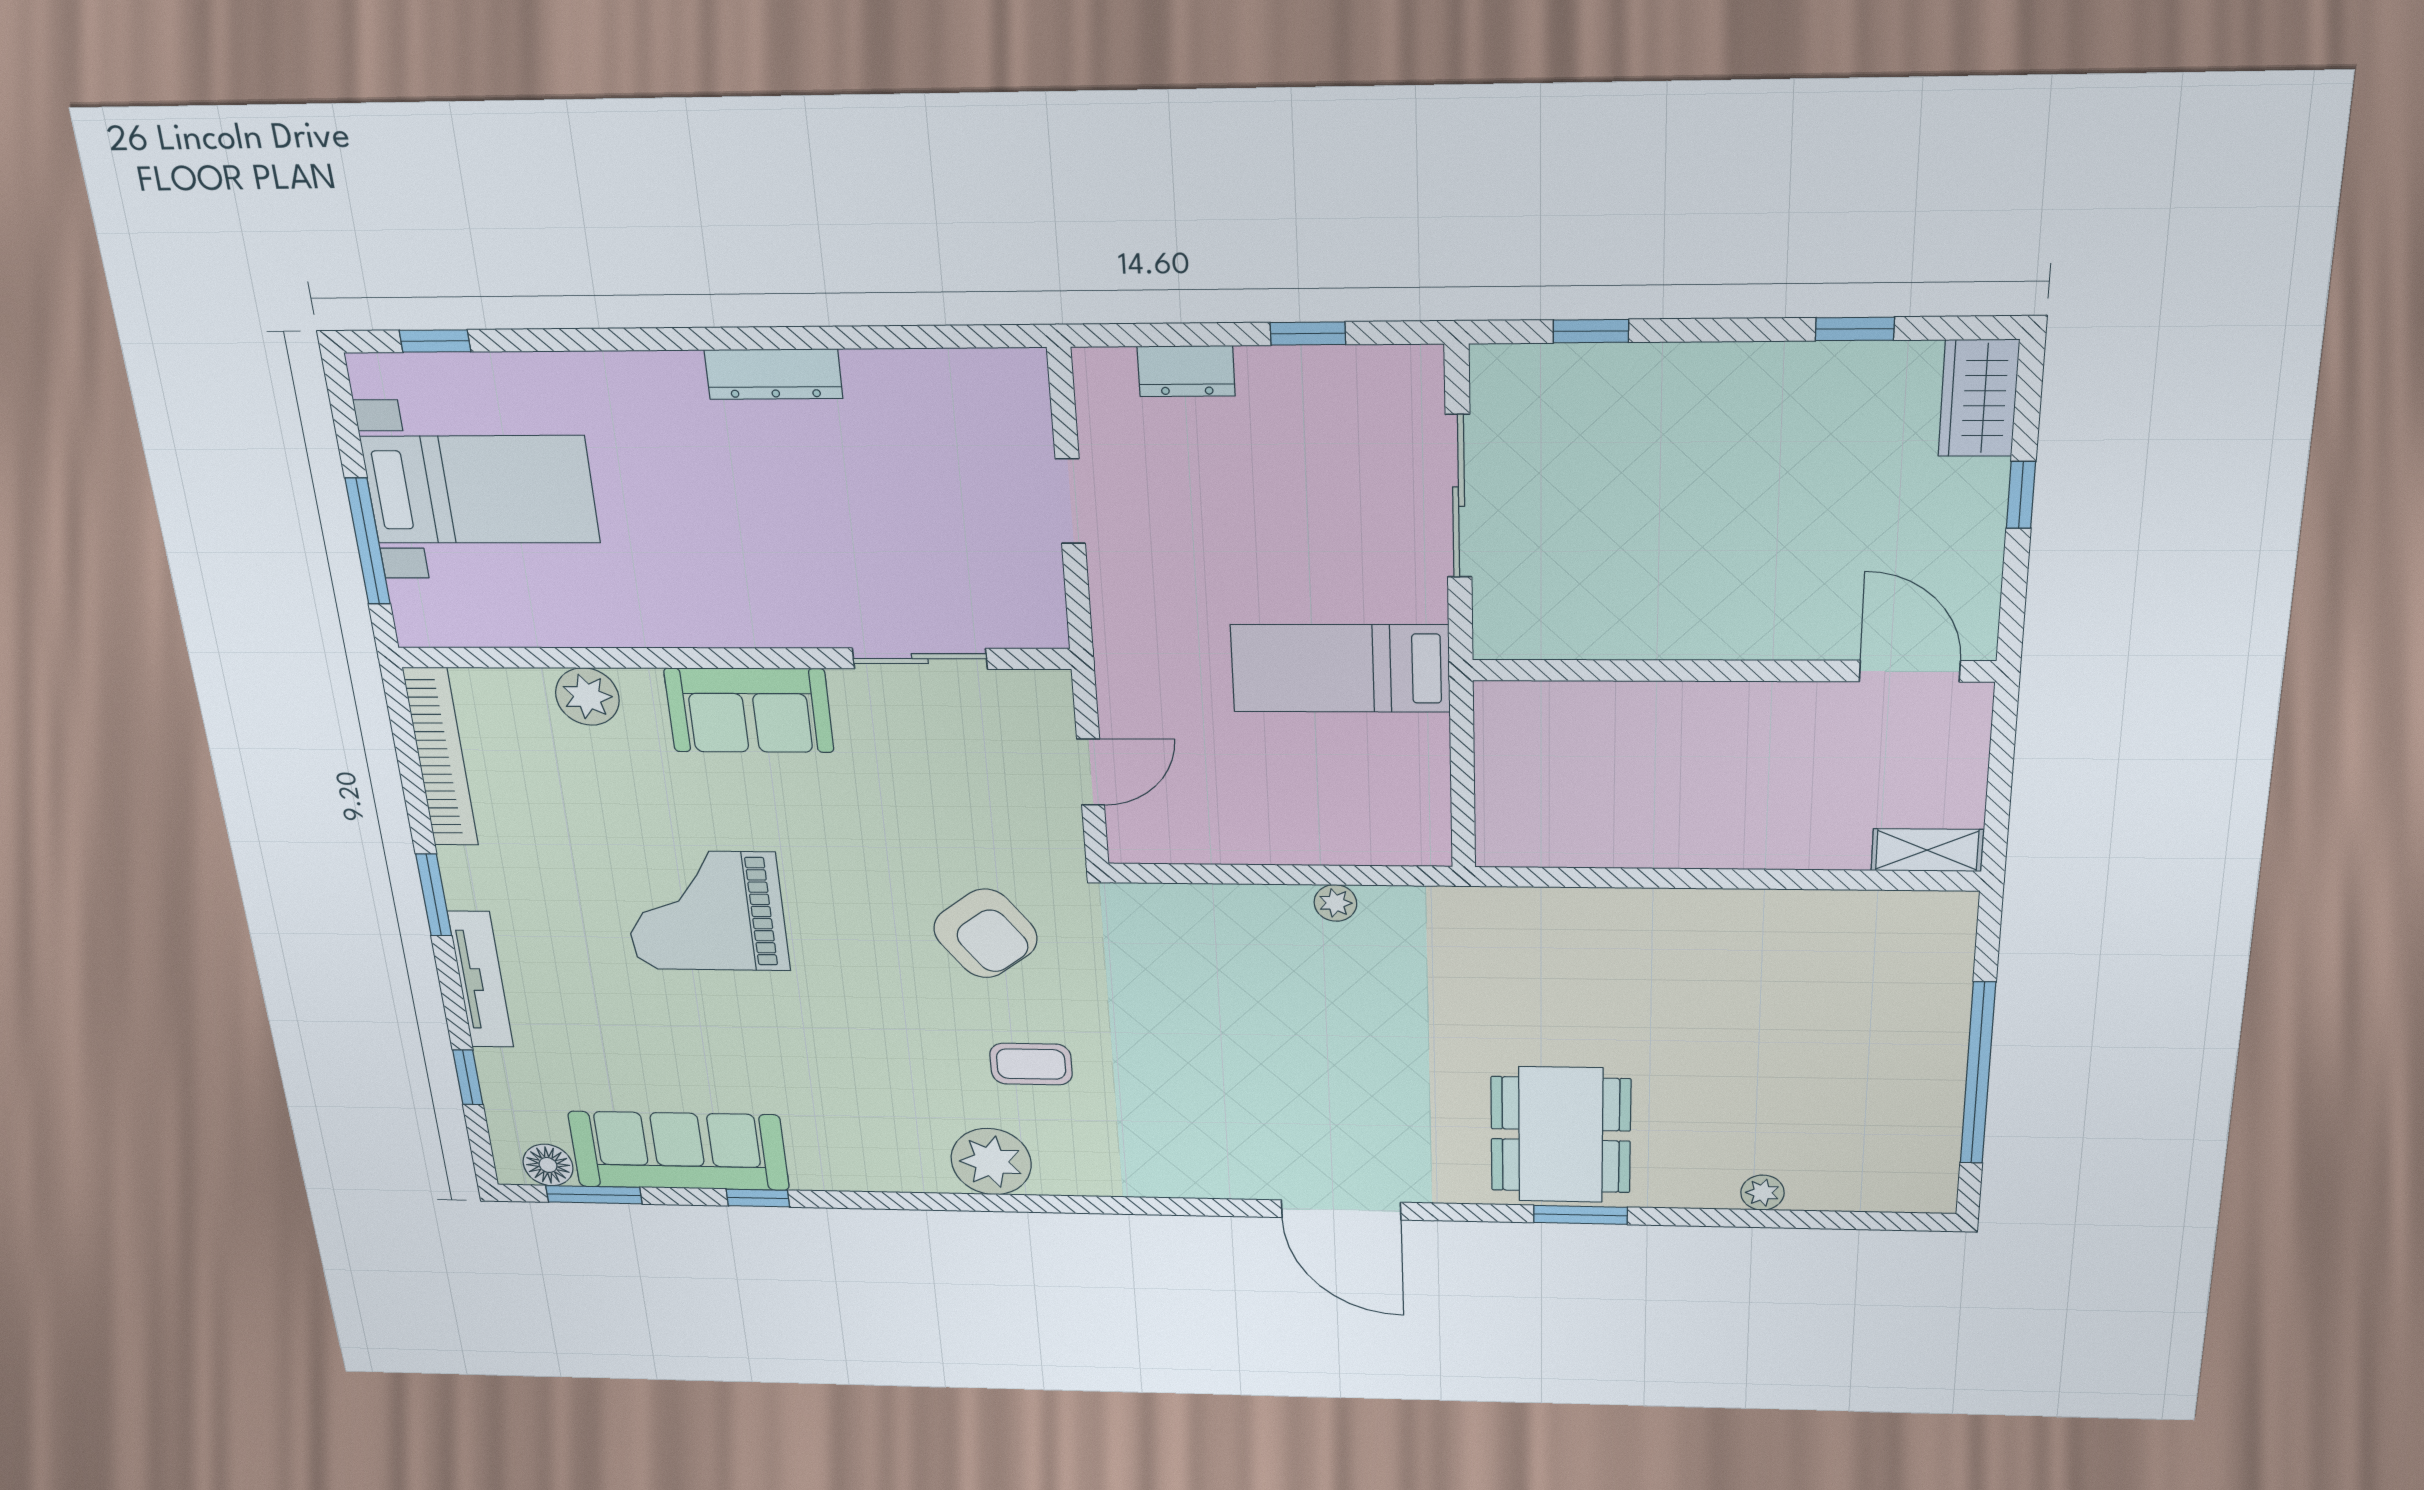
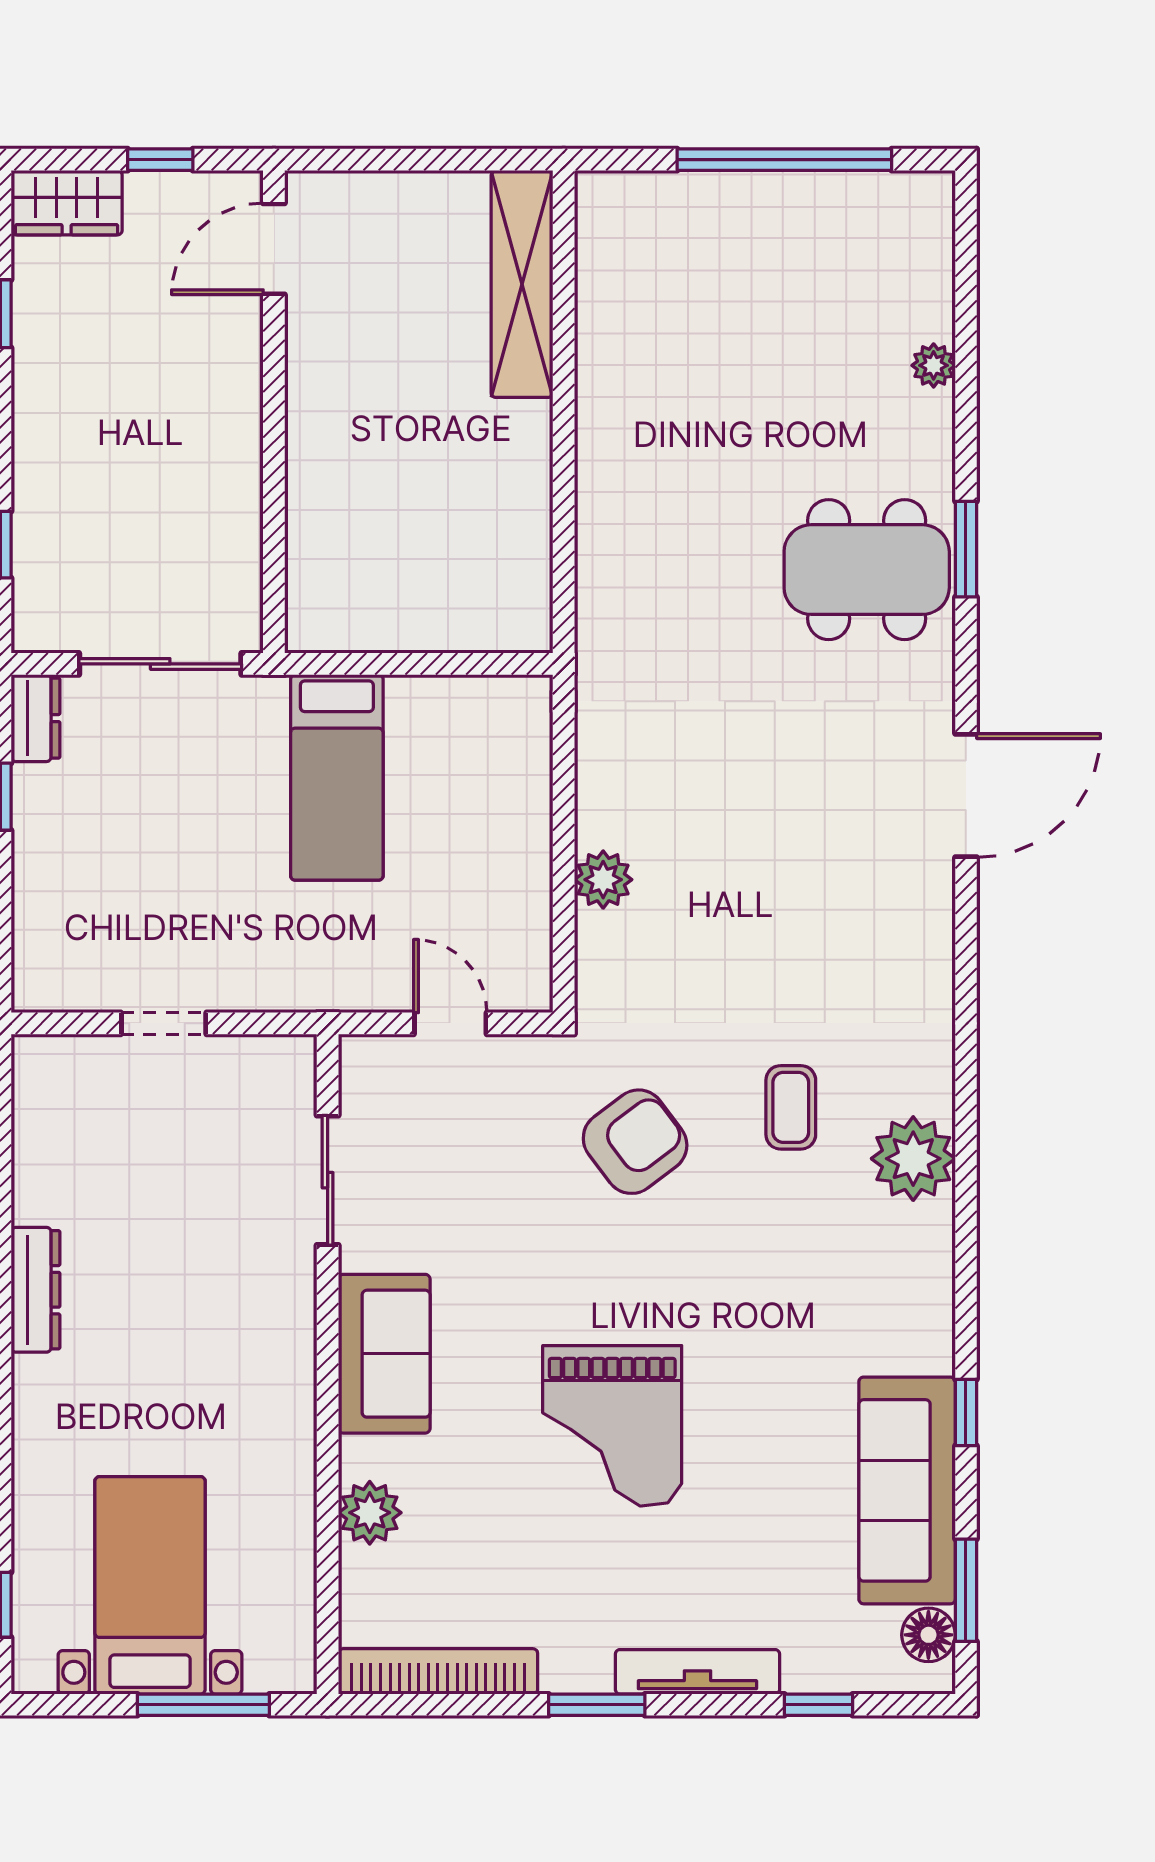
dresser: (1186, 371) -> (35, 718), moved
wall: (1732, 671) -> (274, 412), moved
door: (1910, 671) -> (274, 249), moved
shelving: (1927, 850) -> (522, 284), width x2.20, depth x1.33
plant: (1335, 903) -> (603, 880), moved, width x1.38, depth x1.38

